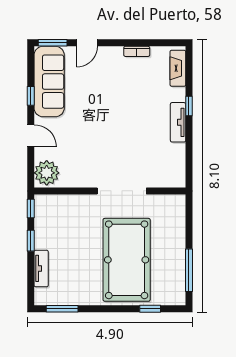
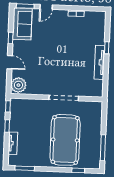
fireplace: (178, 68) -> (101, 25), removed
sofa: (49, 82) -> (22, 24), width x0.73
tv unit: (178, 122) -> (99, 62), width x1.41

